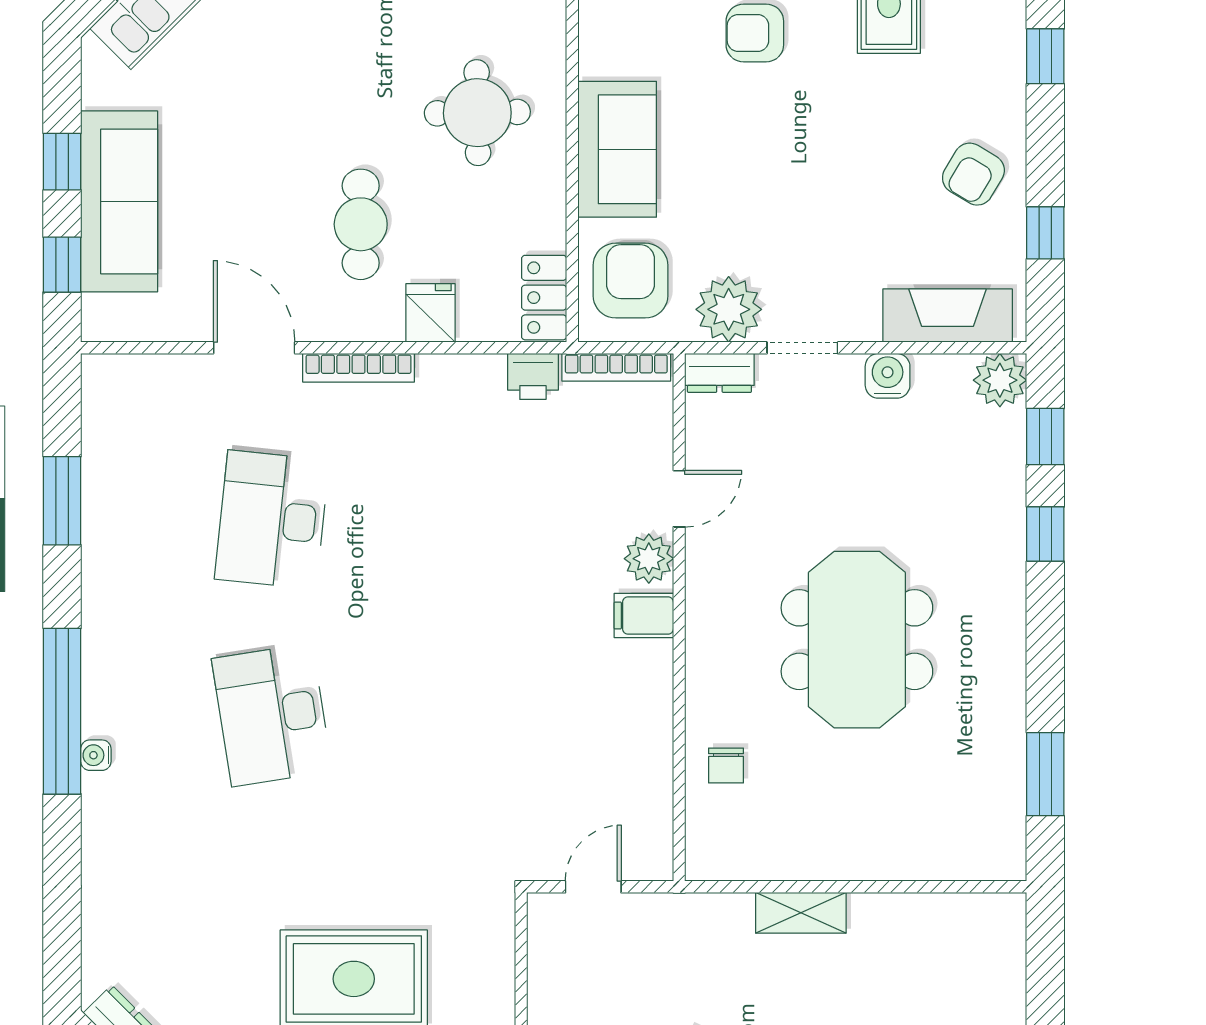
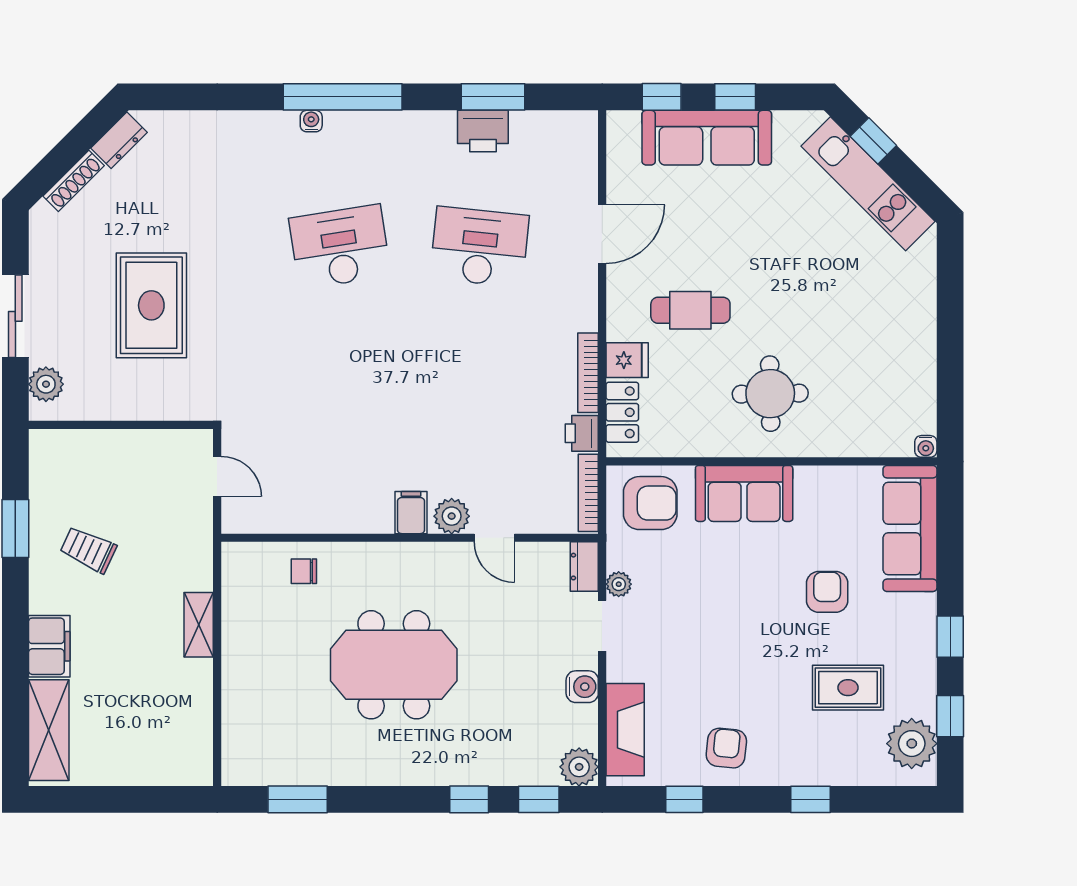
armchair: (973, 174) -> (726, 748), turned 65
locker: (544, 298) -> (622, 412), moved, turned 90
plant: (729, 309) -> (619, 584), width x0.53, depth x0.53
bookcase: (359, 368) -> (588, 373), moved
printer: (110, 515) -> (483, 131), added

